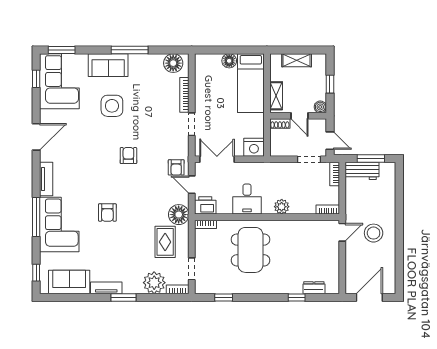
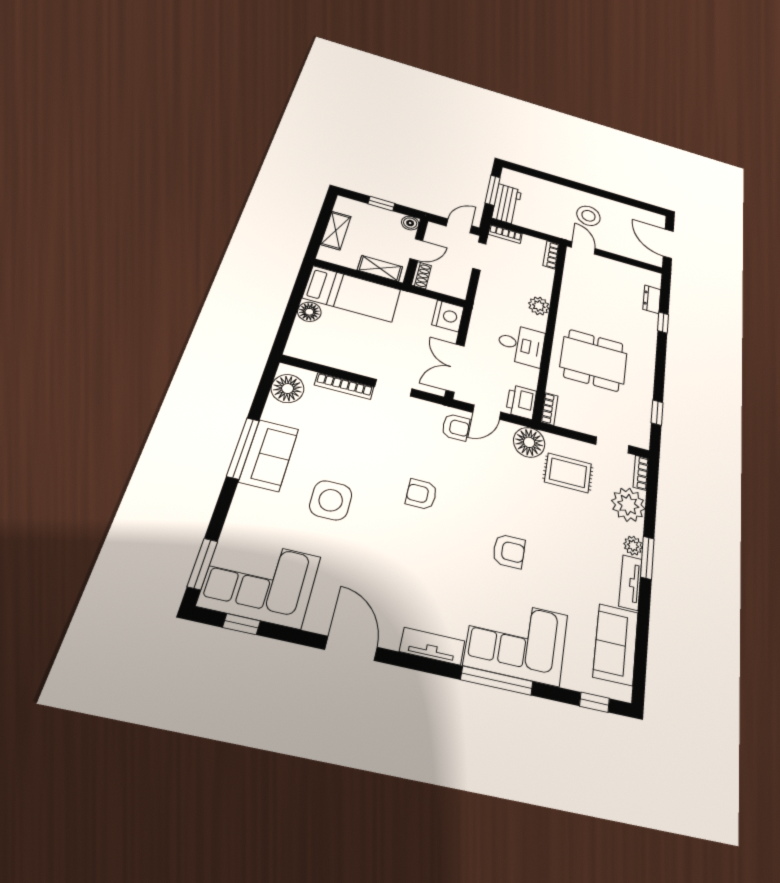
sofa: (108, 65) -> (269, 455), moved
plant: (129, 288) -> (633, 546), added

